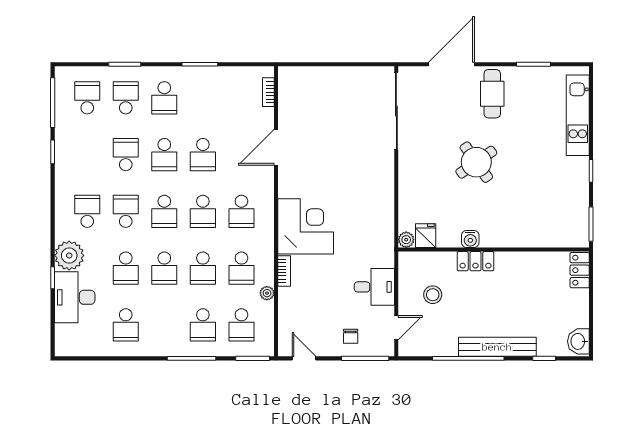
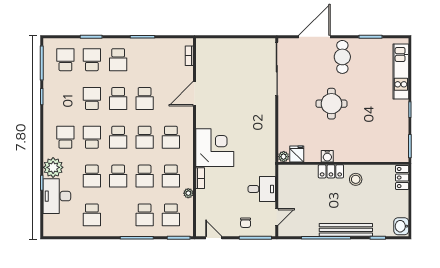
round table: (476, 162) -> (331, 104), turned 35
stool: (433, 295) -> (356, 179), moved

